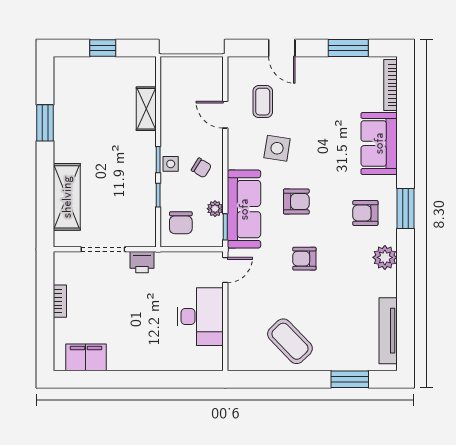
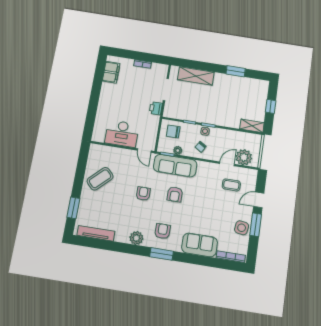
window: (348, 48) -> (256, 225), moved
plant: (208, 86) -> (244, 157), added
shelving: (146, 109) -> (252, 126), moved
side table: (277, 148) -> (242, 228), moved

